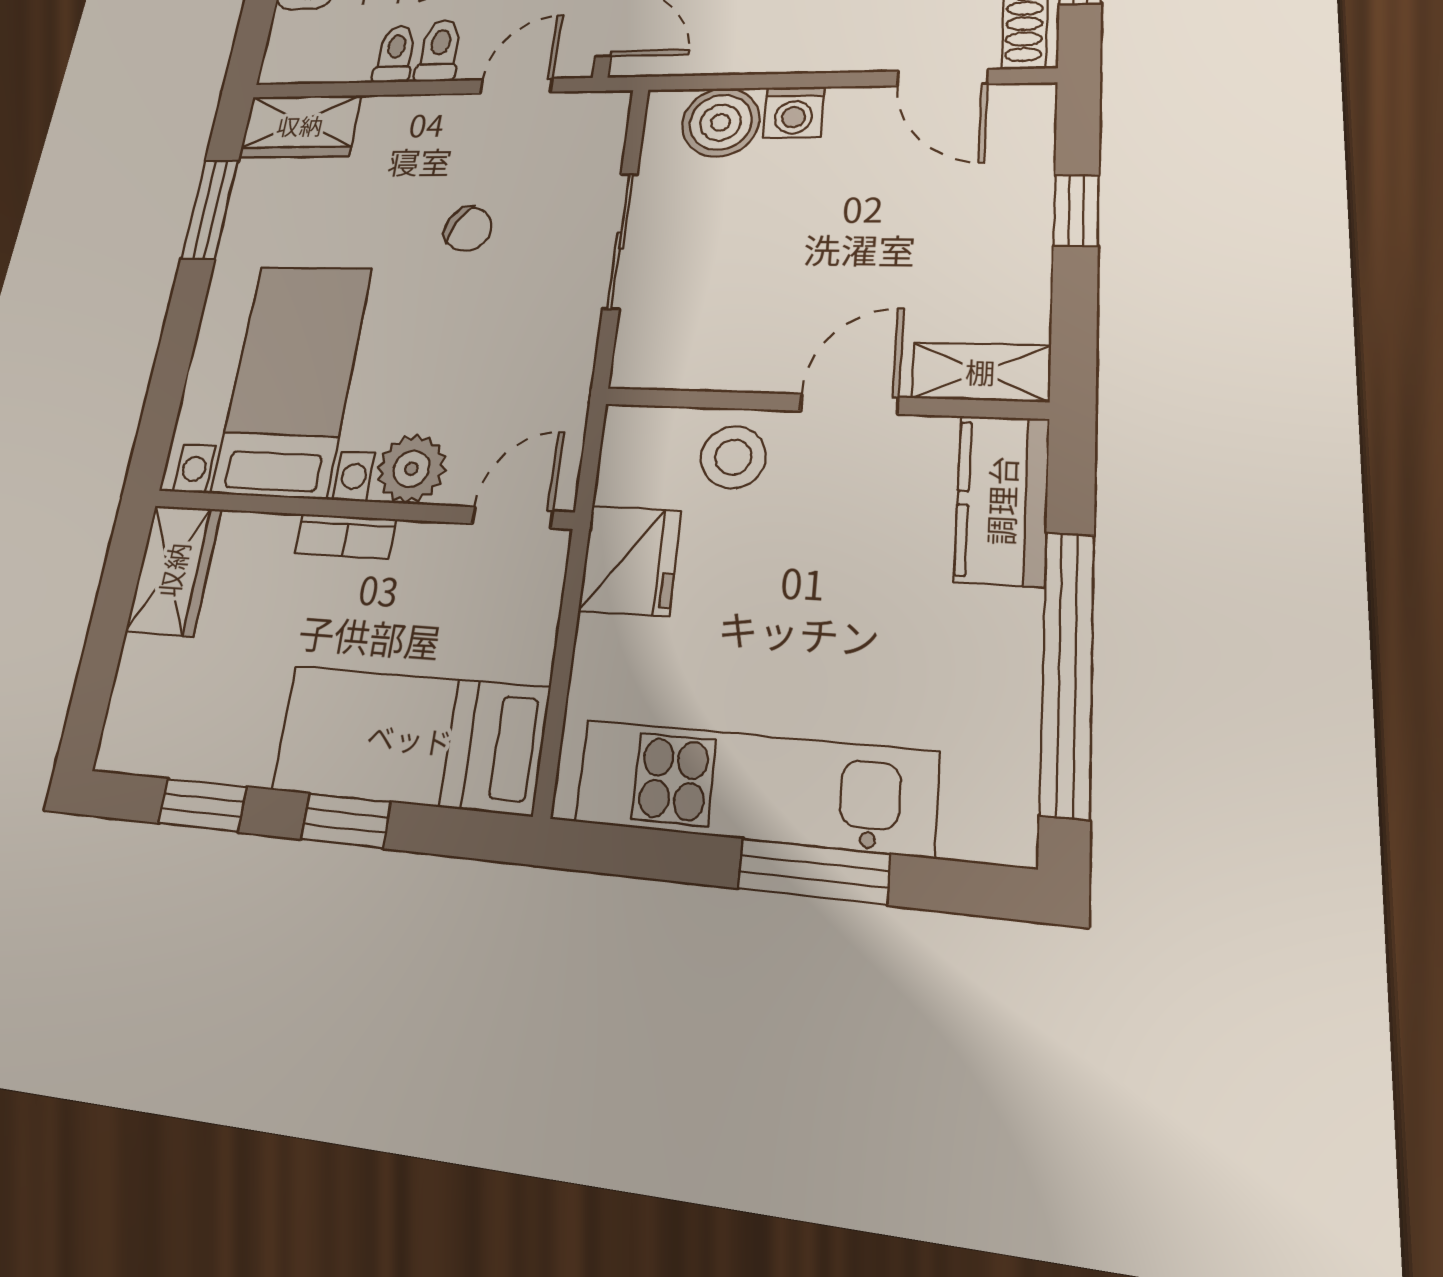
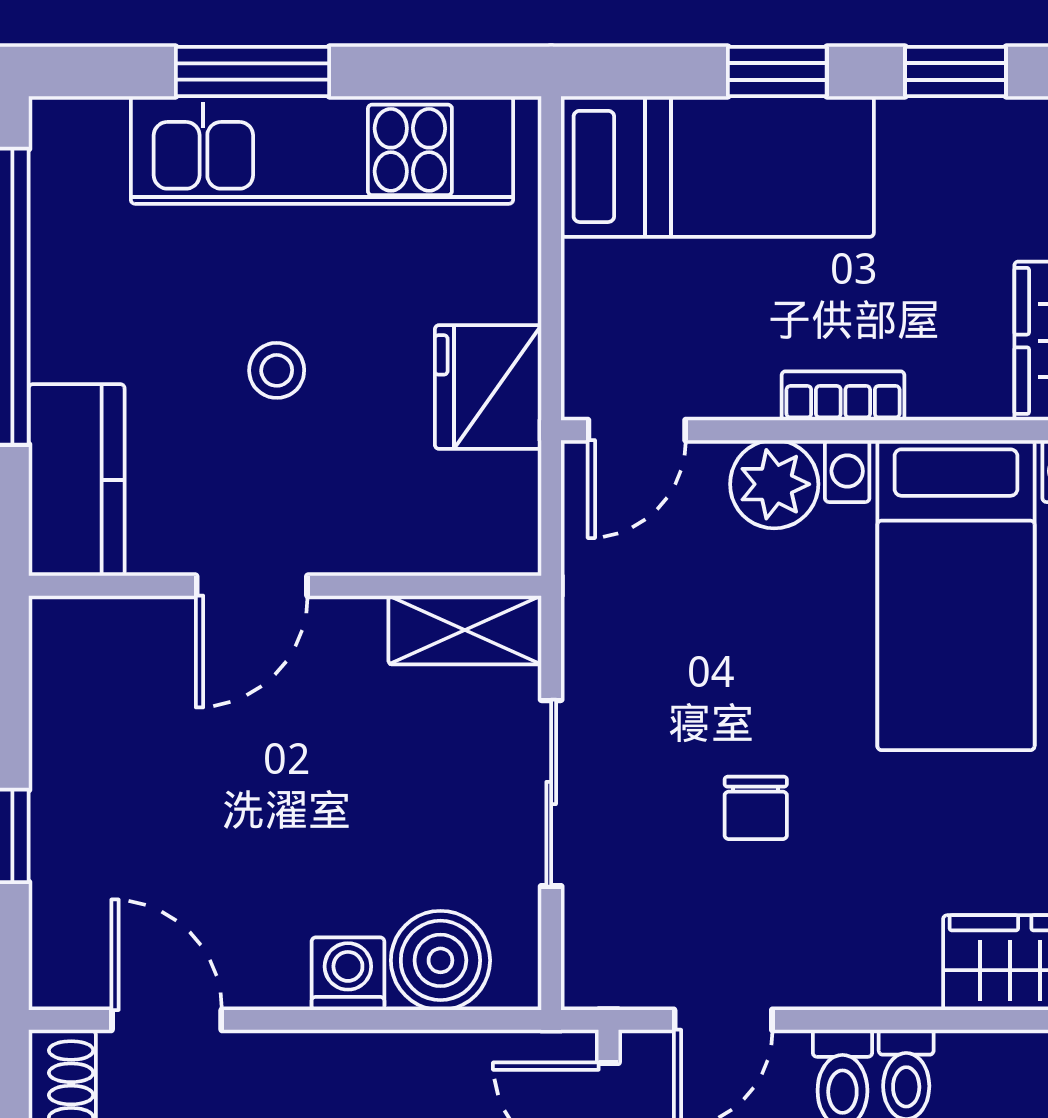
chair: (468, 229) -> (756, 808), turned -119
shelving: (981, 372) -> (465, 630), moved
stool: (733, 457) -> (277, 370), moved, width x0.73, depth x0.73

